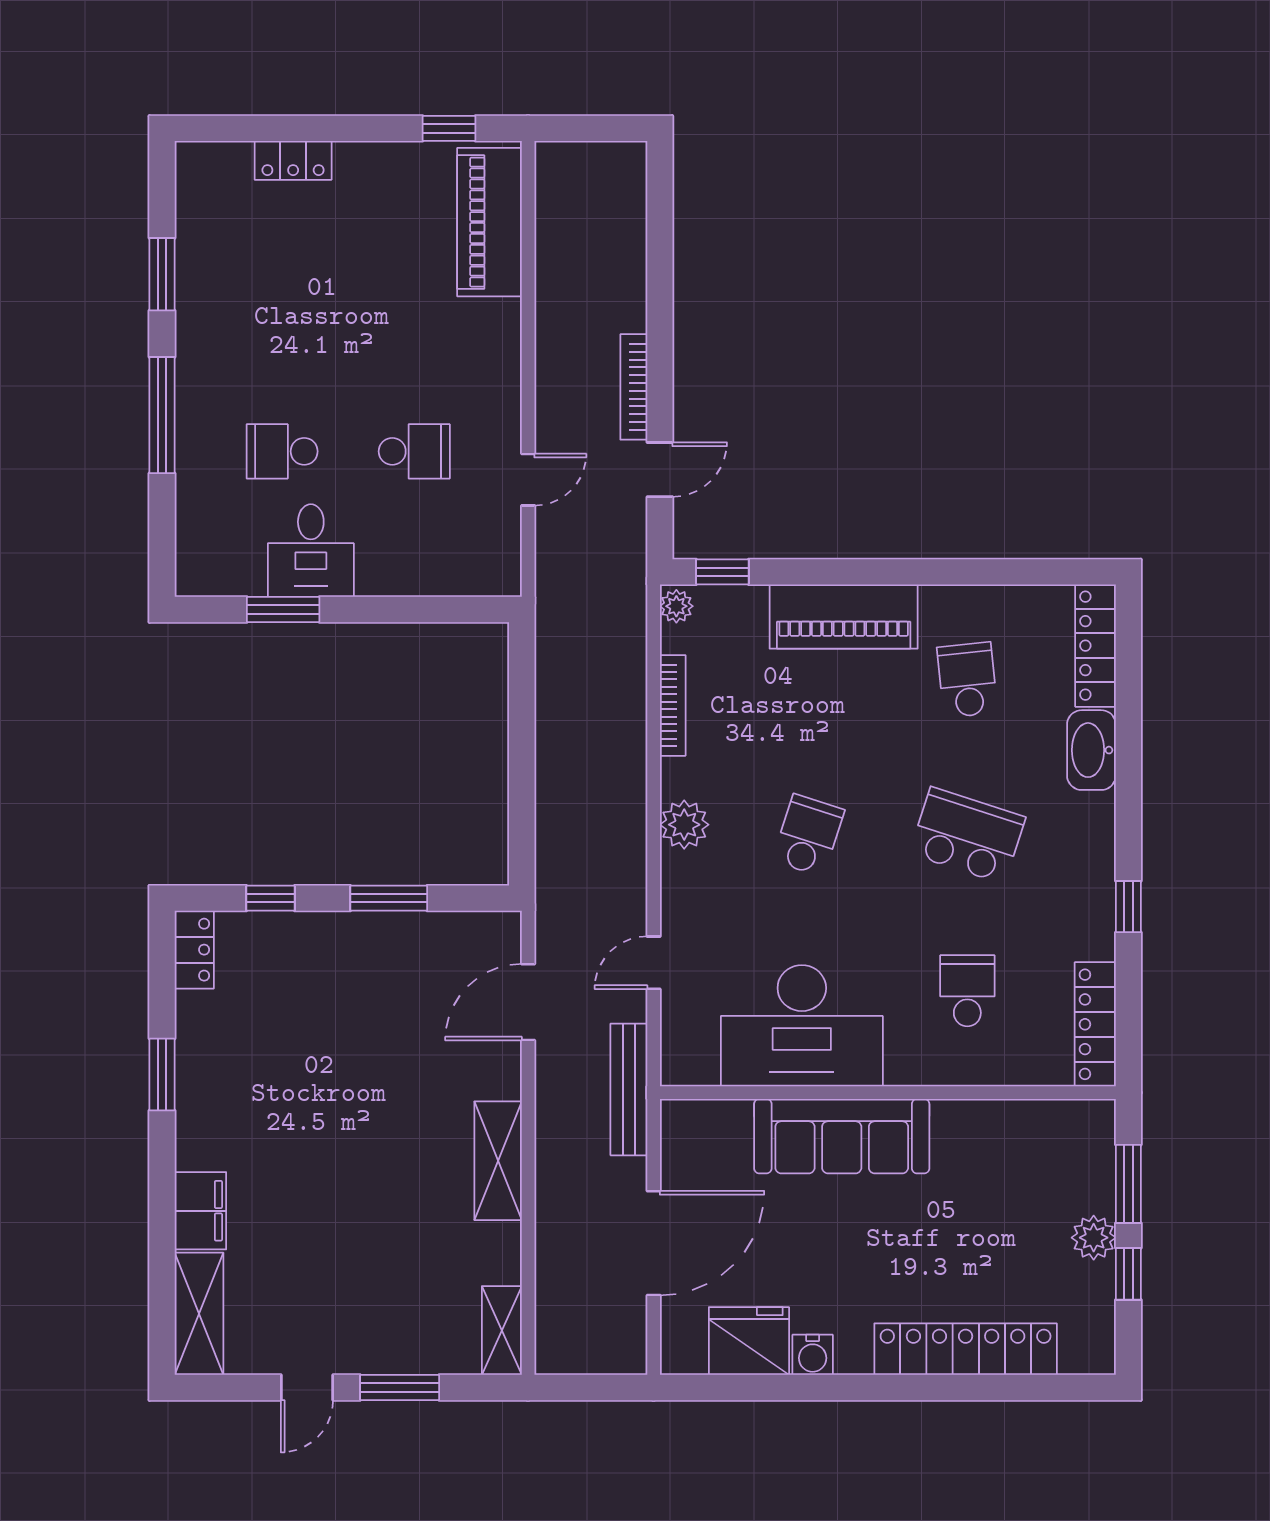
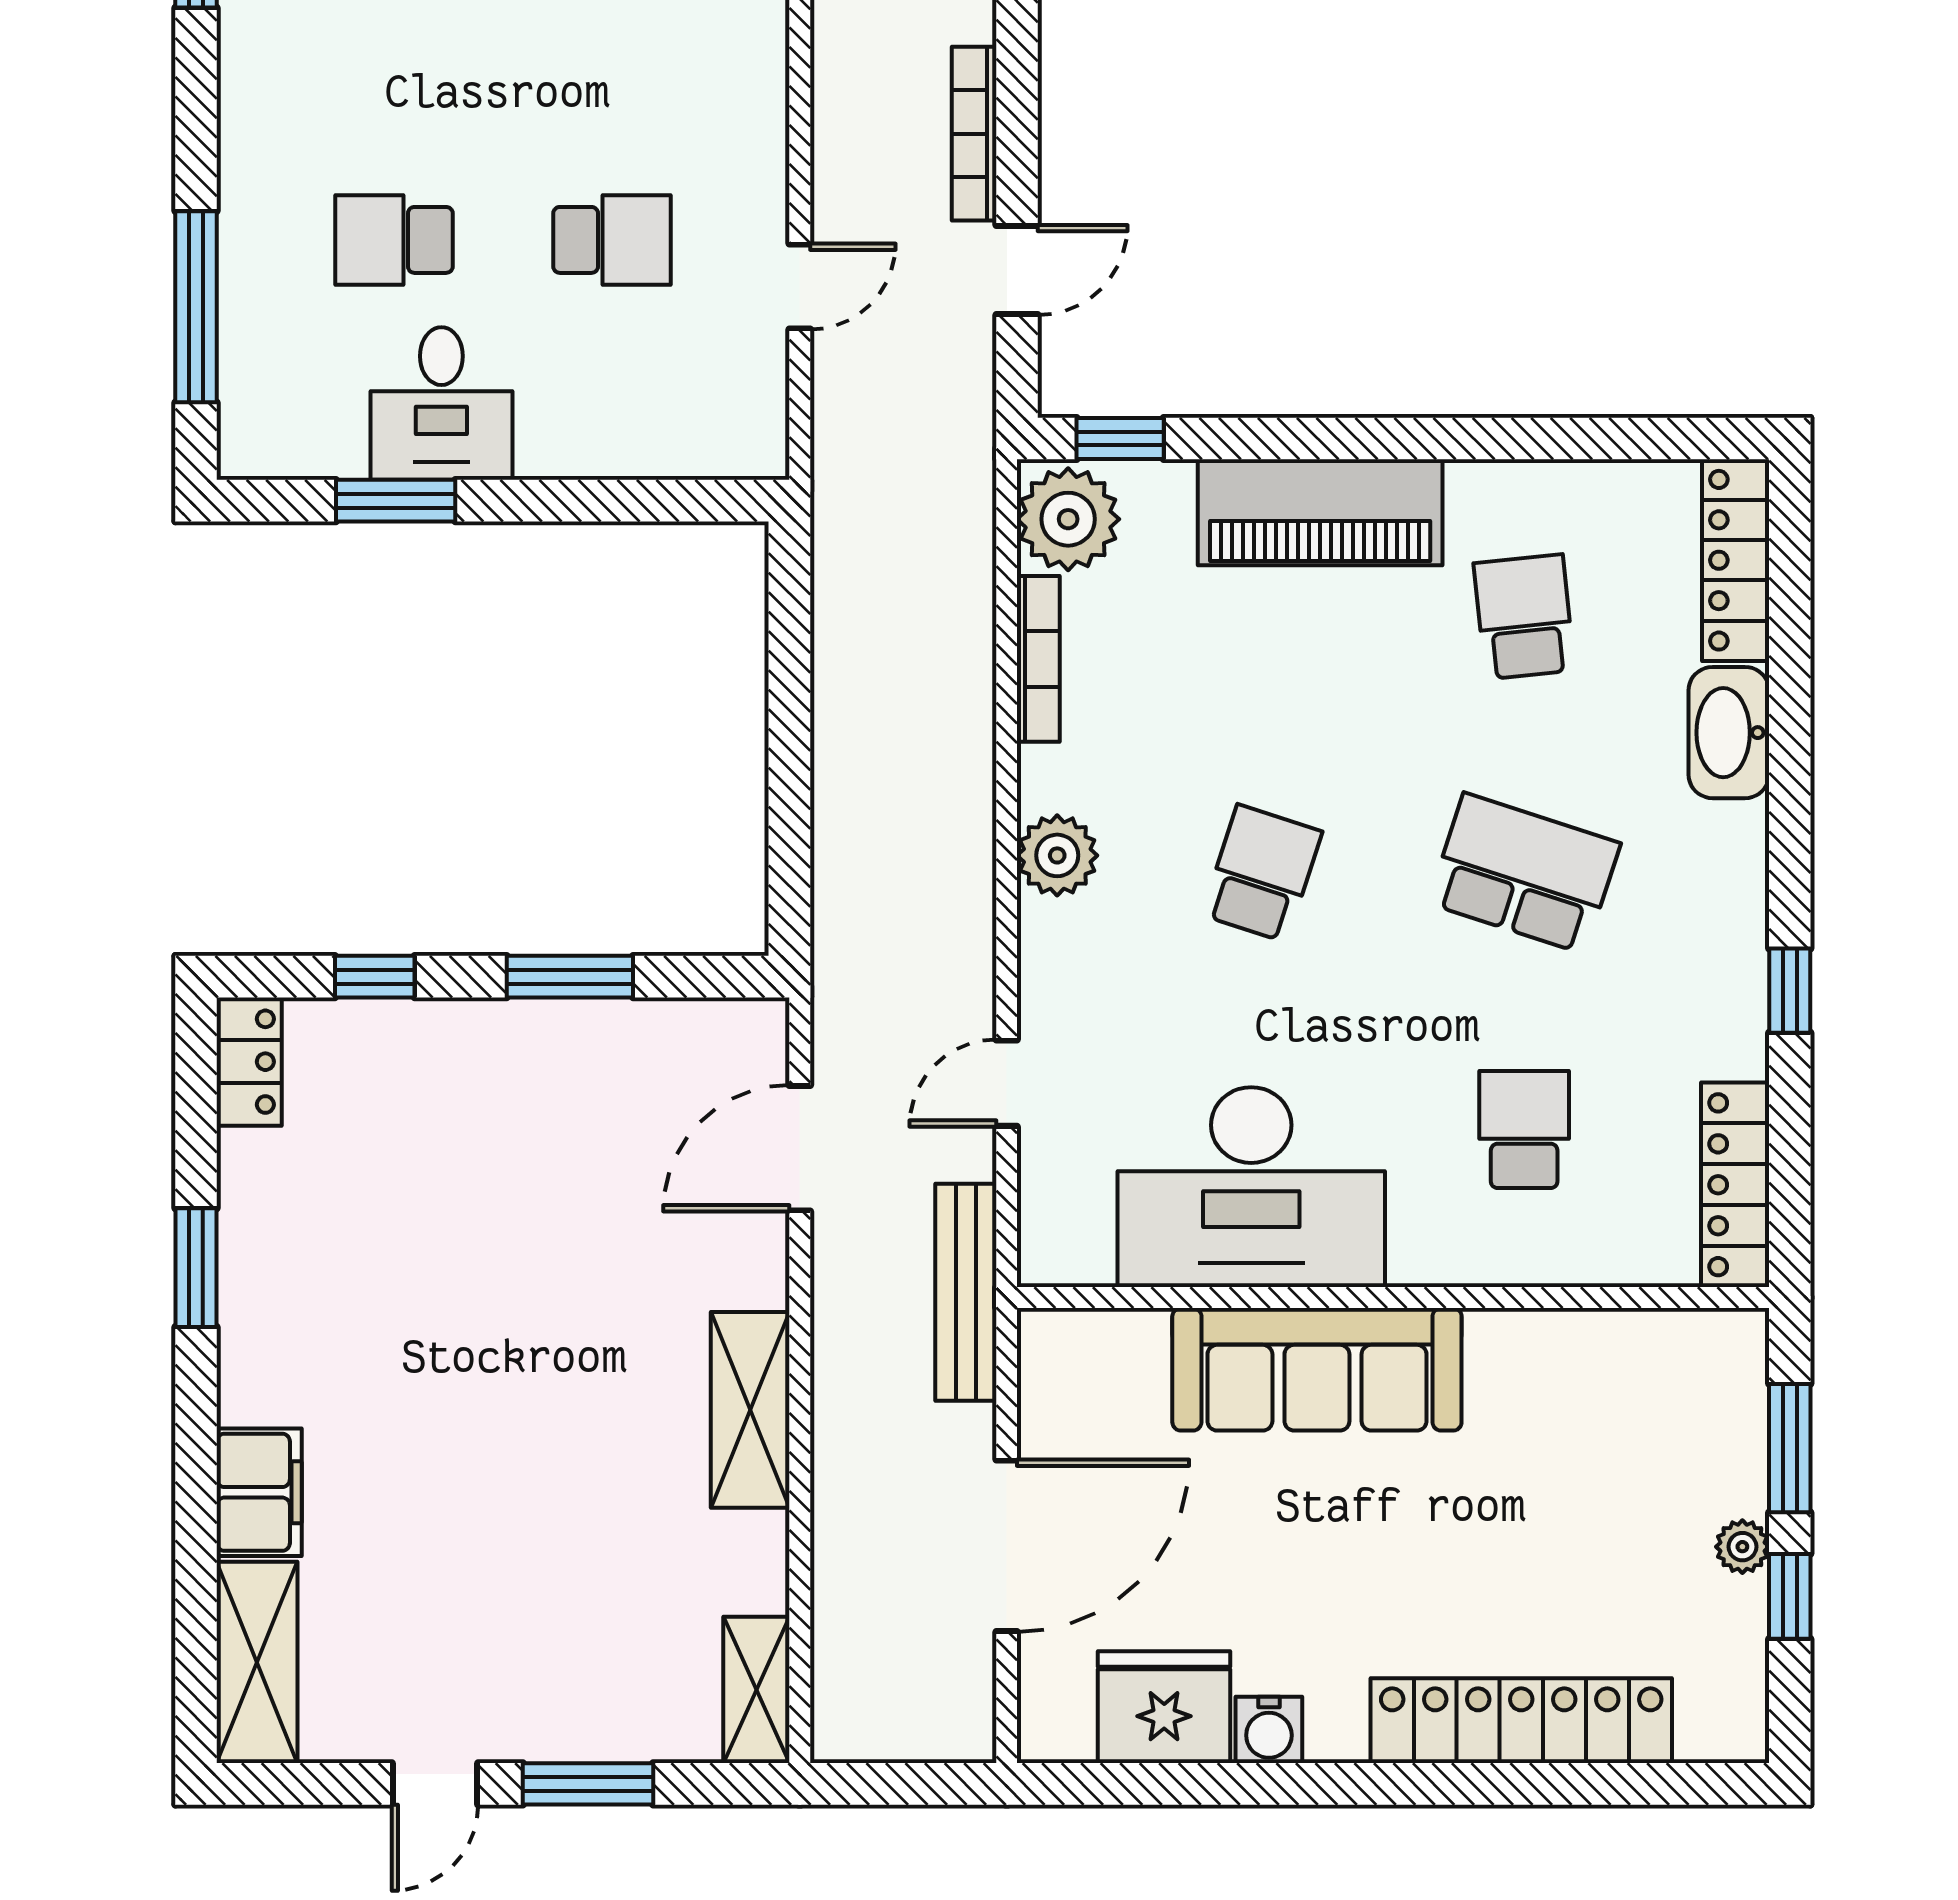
window: (162, 415) -> (196, 307), moved
plant: (676, 606) -> (1068, 519), width x1.88, depth x1.88
plant: (1094, 1238) -> (1742, 1547), width x0.73, depth x0.73

